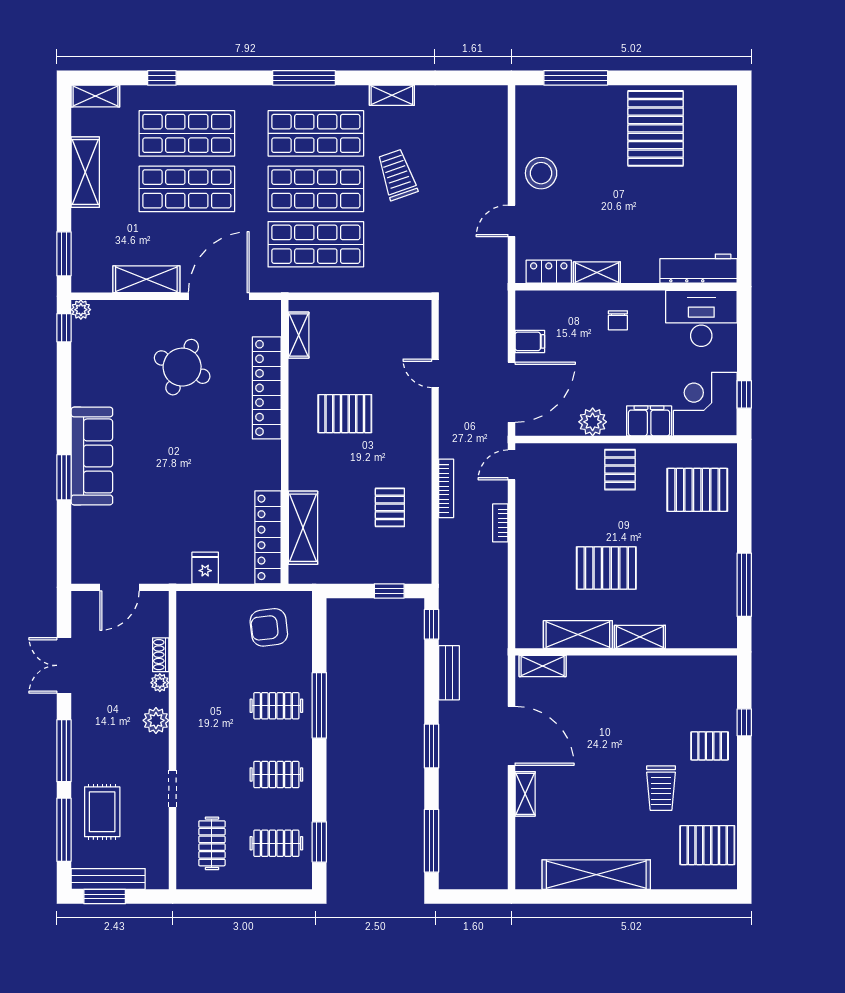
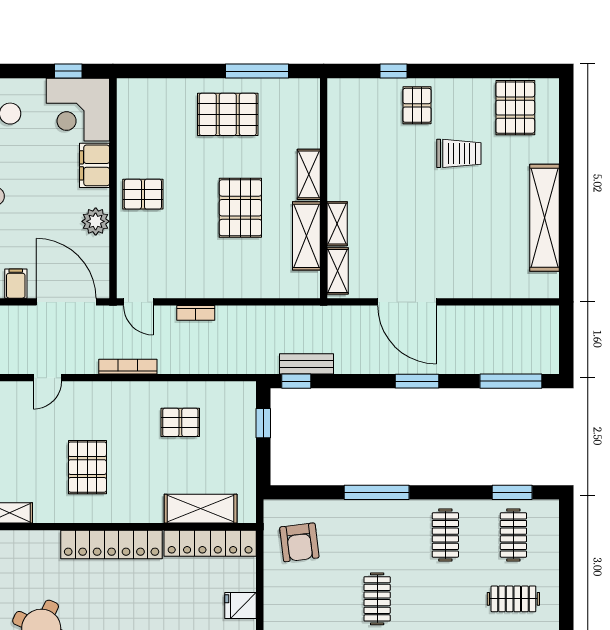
locker: (267, 388) -> (112, 545), moved
bookcase: (446, 488) -> (128, 367), moved
pallet: (697, 490) -> (228, 114), moved, turned 90
bench: (449, 673) -> (306, 364), moved
clothes rail: (276, 706) -> (377, 599), moved
door: (511, 736) -> (407, 302), swing flipped
shelving: (525, 794) -> (337, 224), moved, turned 90

